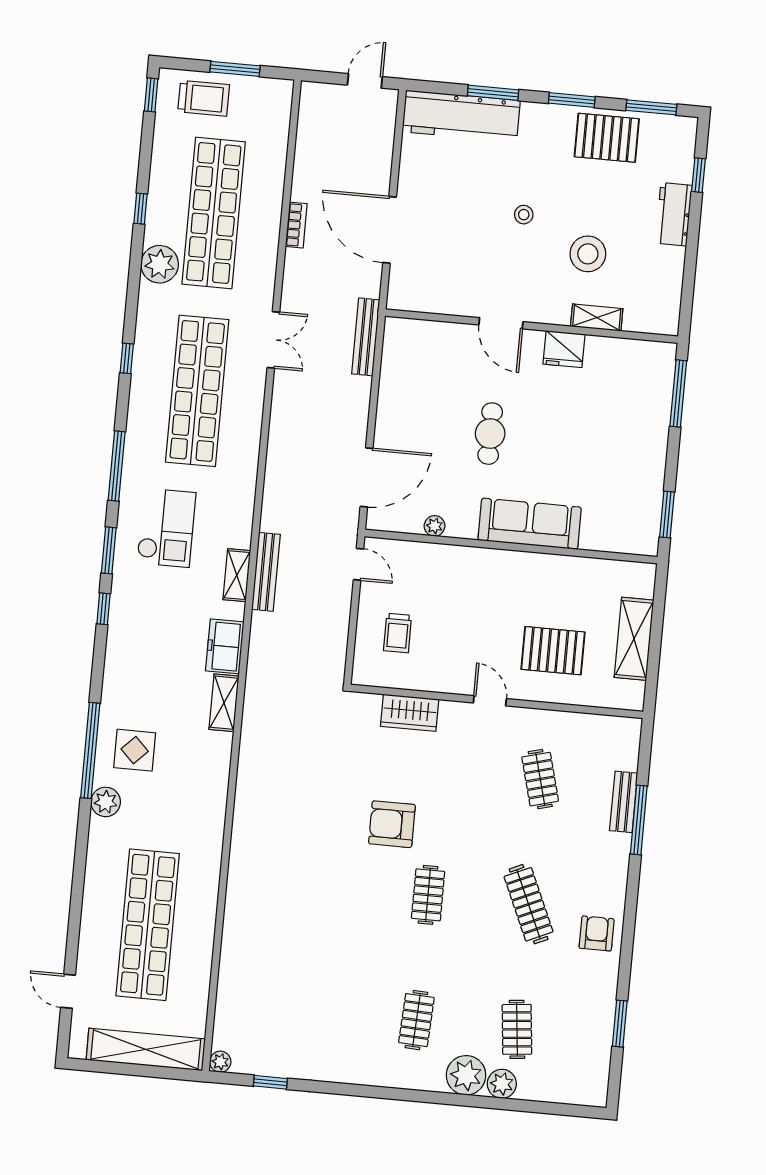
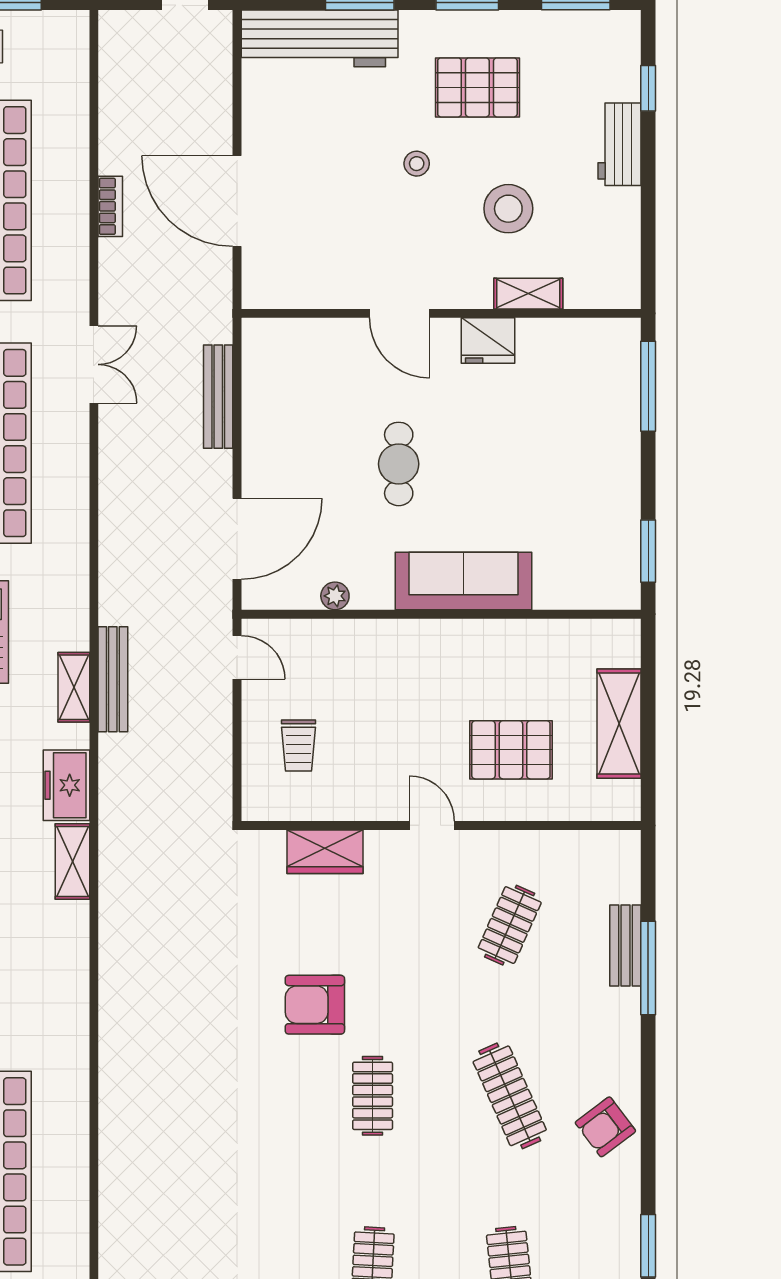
pallet: (607, 138) -> (477, 87), moved
bench: (366, 337) -> (218, 397), moved
clothes rail: (540, 779) -> (510, 925), turned 39
armchair: (597, 933) -> (605, 1127), turned -127

